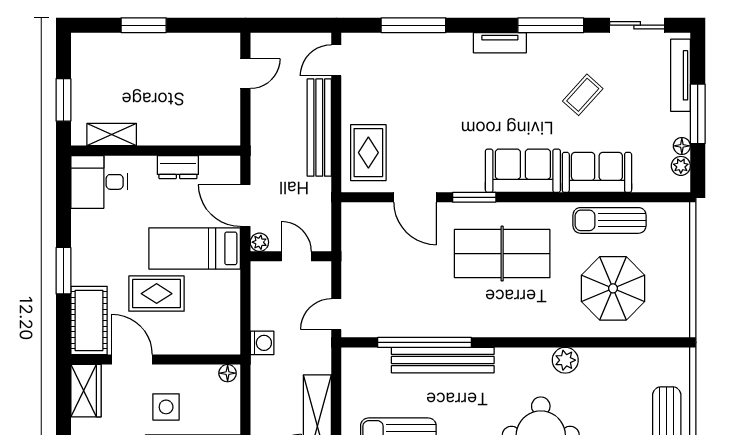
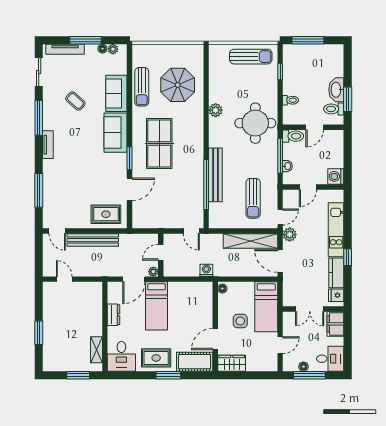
rug: (157, 294) -> (156, 358), moved, turned 90

